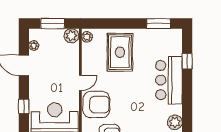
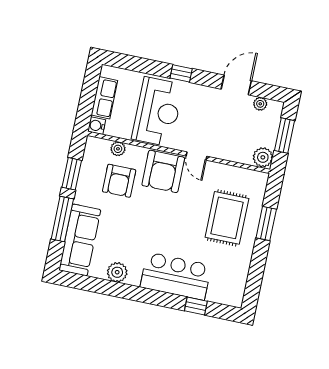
window: (158, 24) -> (266, 224), moved
plant: (87, 37) -> (257, 178), removed
rug: (120, 52) -> (227, 218), turned 90

